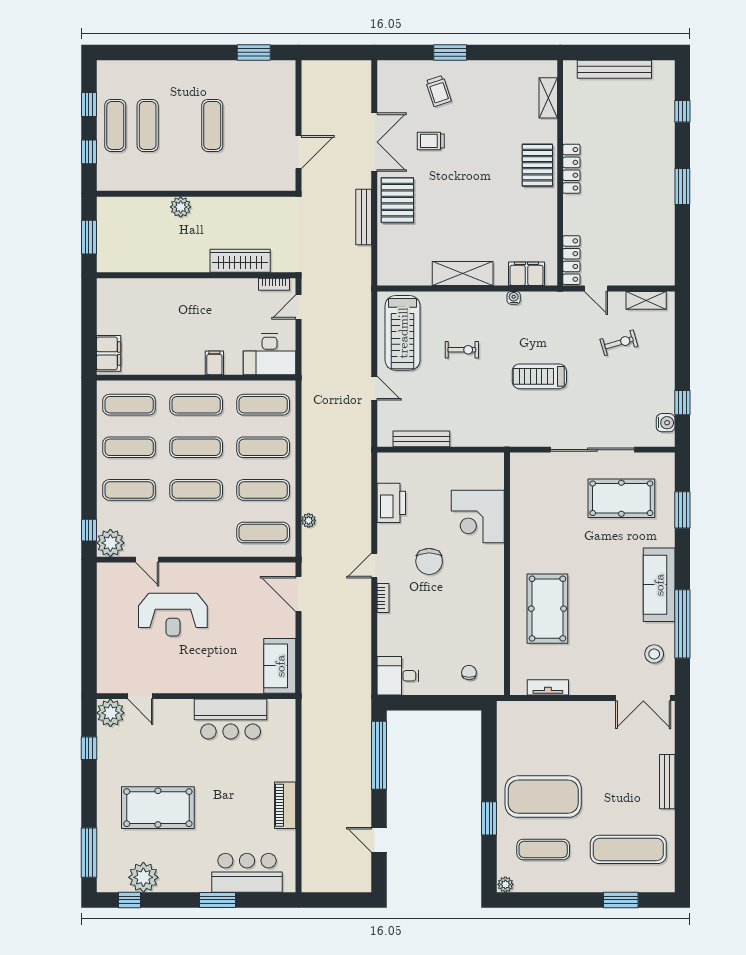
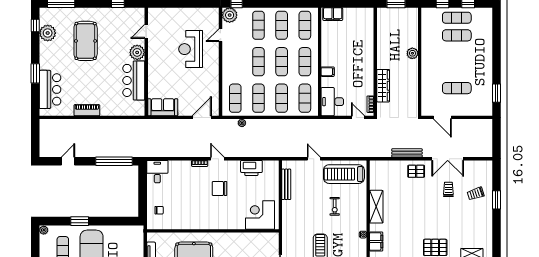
exercise mat: (212, 125) -> (457, 88), moved
pallet: (397, 200) -> (416, 171), width x0.67, depth x0.71
door: (374, 388) -> (314, 159), swing flipped
corner desk: (478, 516) -> (260, 215), moved
plant: (110, 713) -> (137, 52), moved

